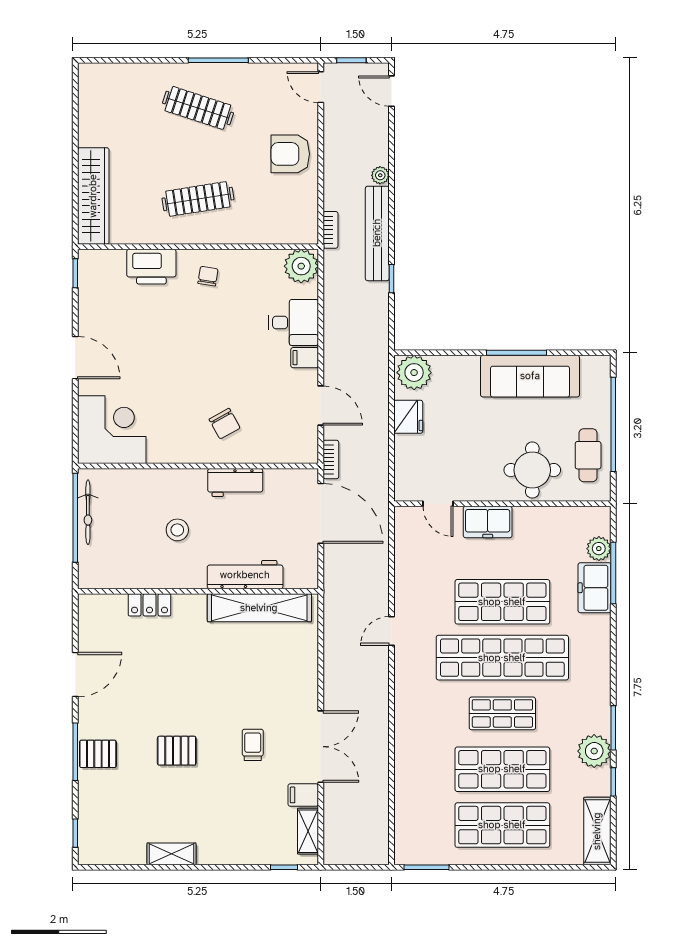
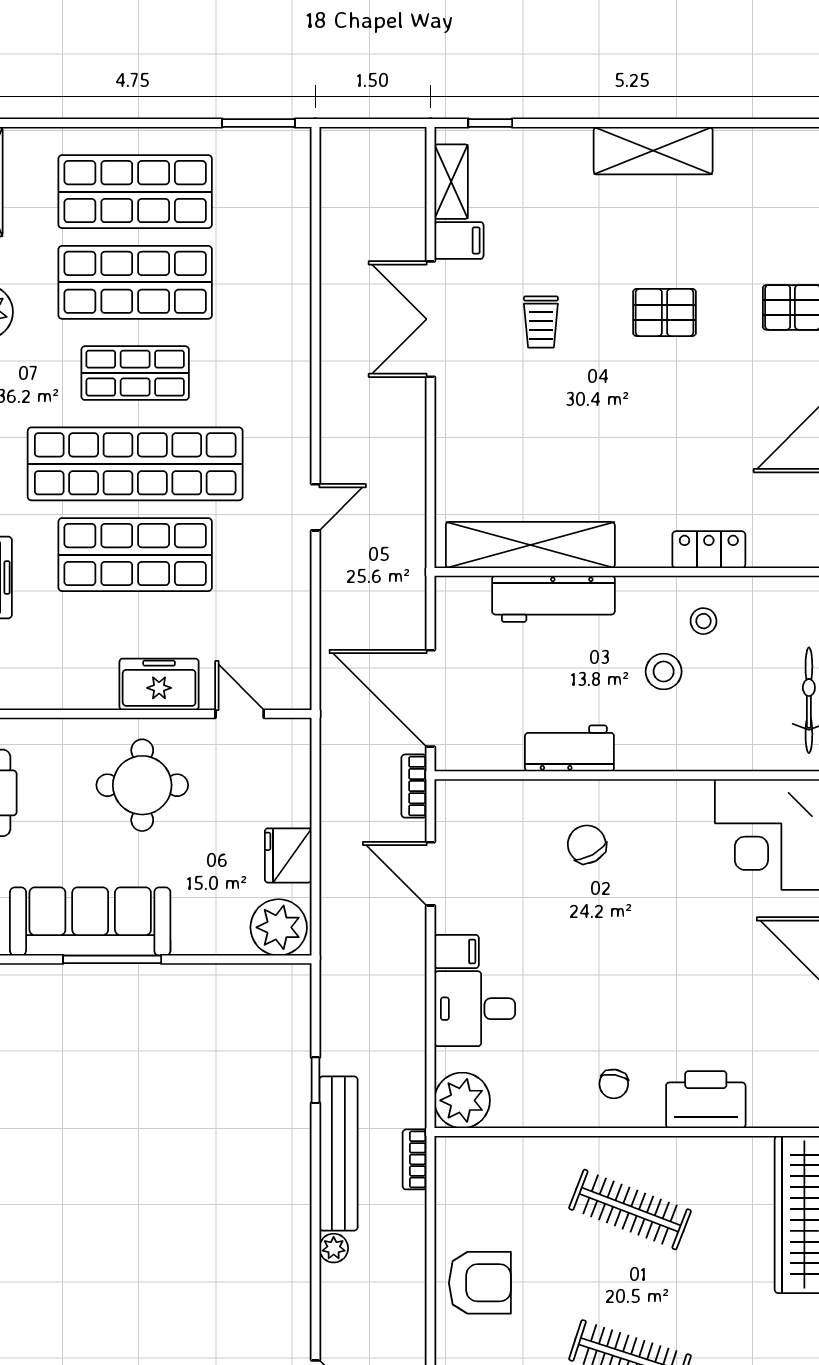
clothes rail: (198, 199) -> (630, 1210), turned 30
round table: (532, 470) -> (142, 785), moved
stool: (153, 561) -> (703, 621), added
shelving: (172, 854) -> (653, 151), width x1.50, depth x1.33

